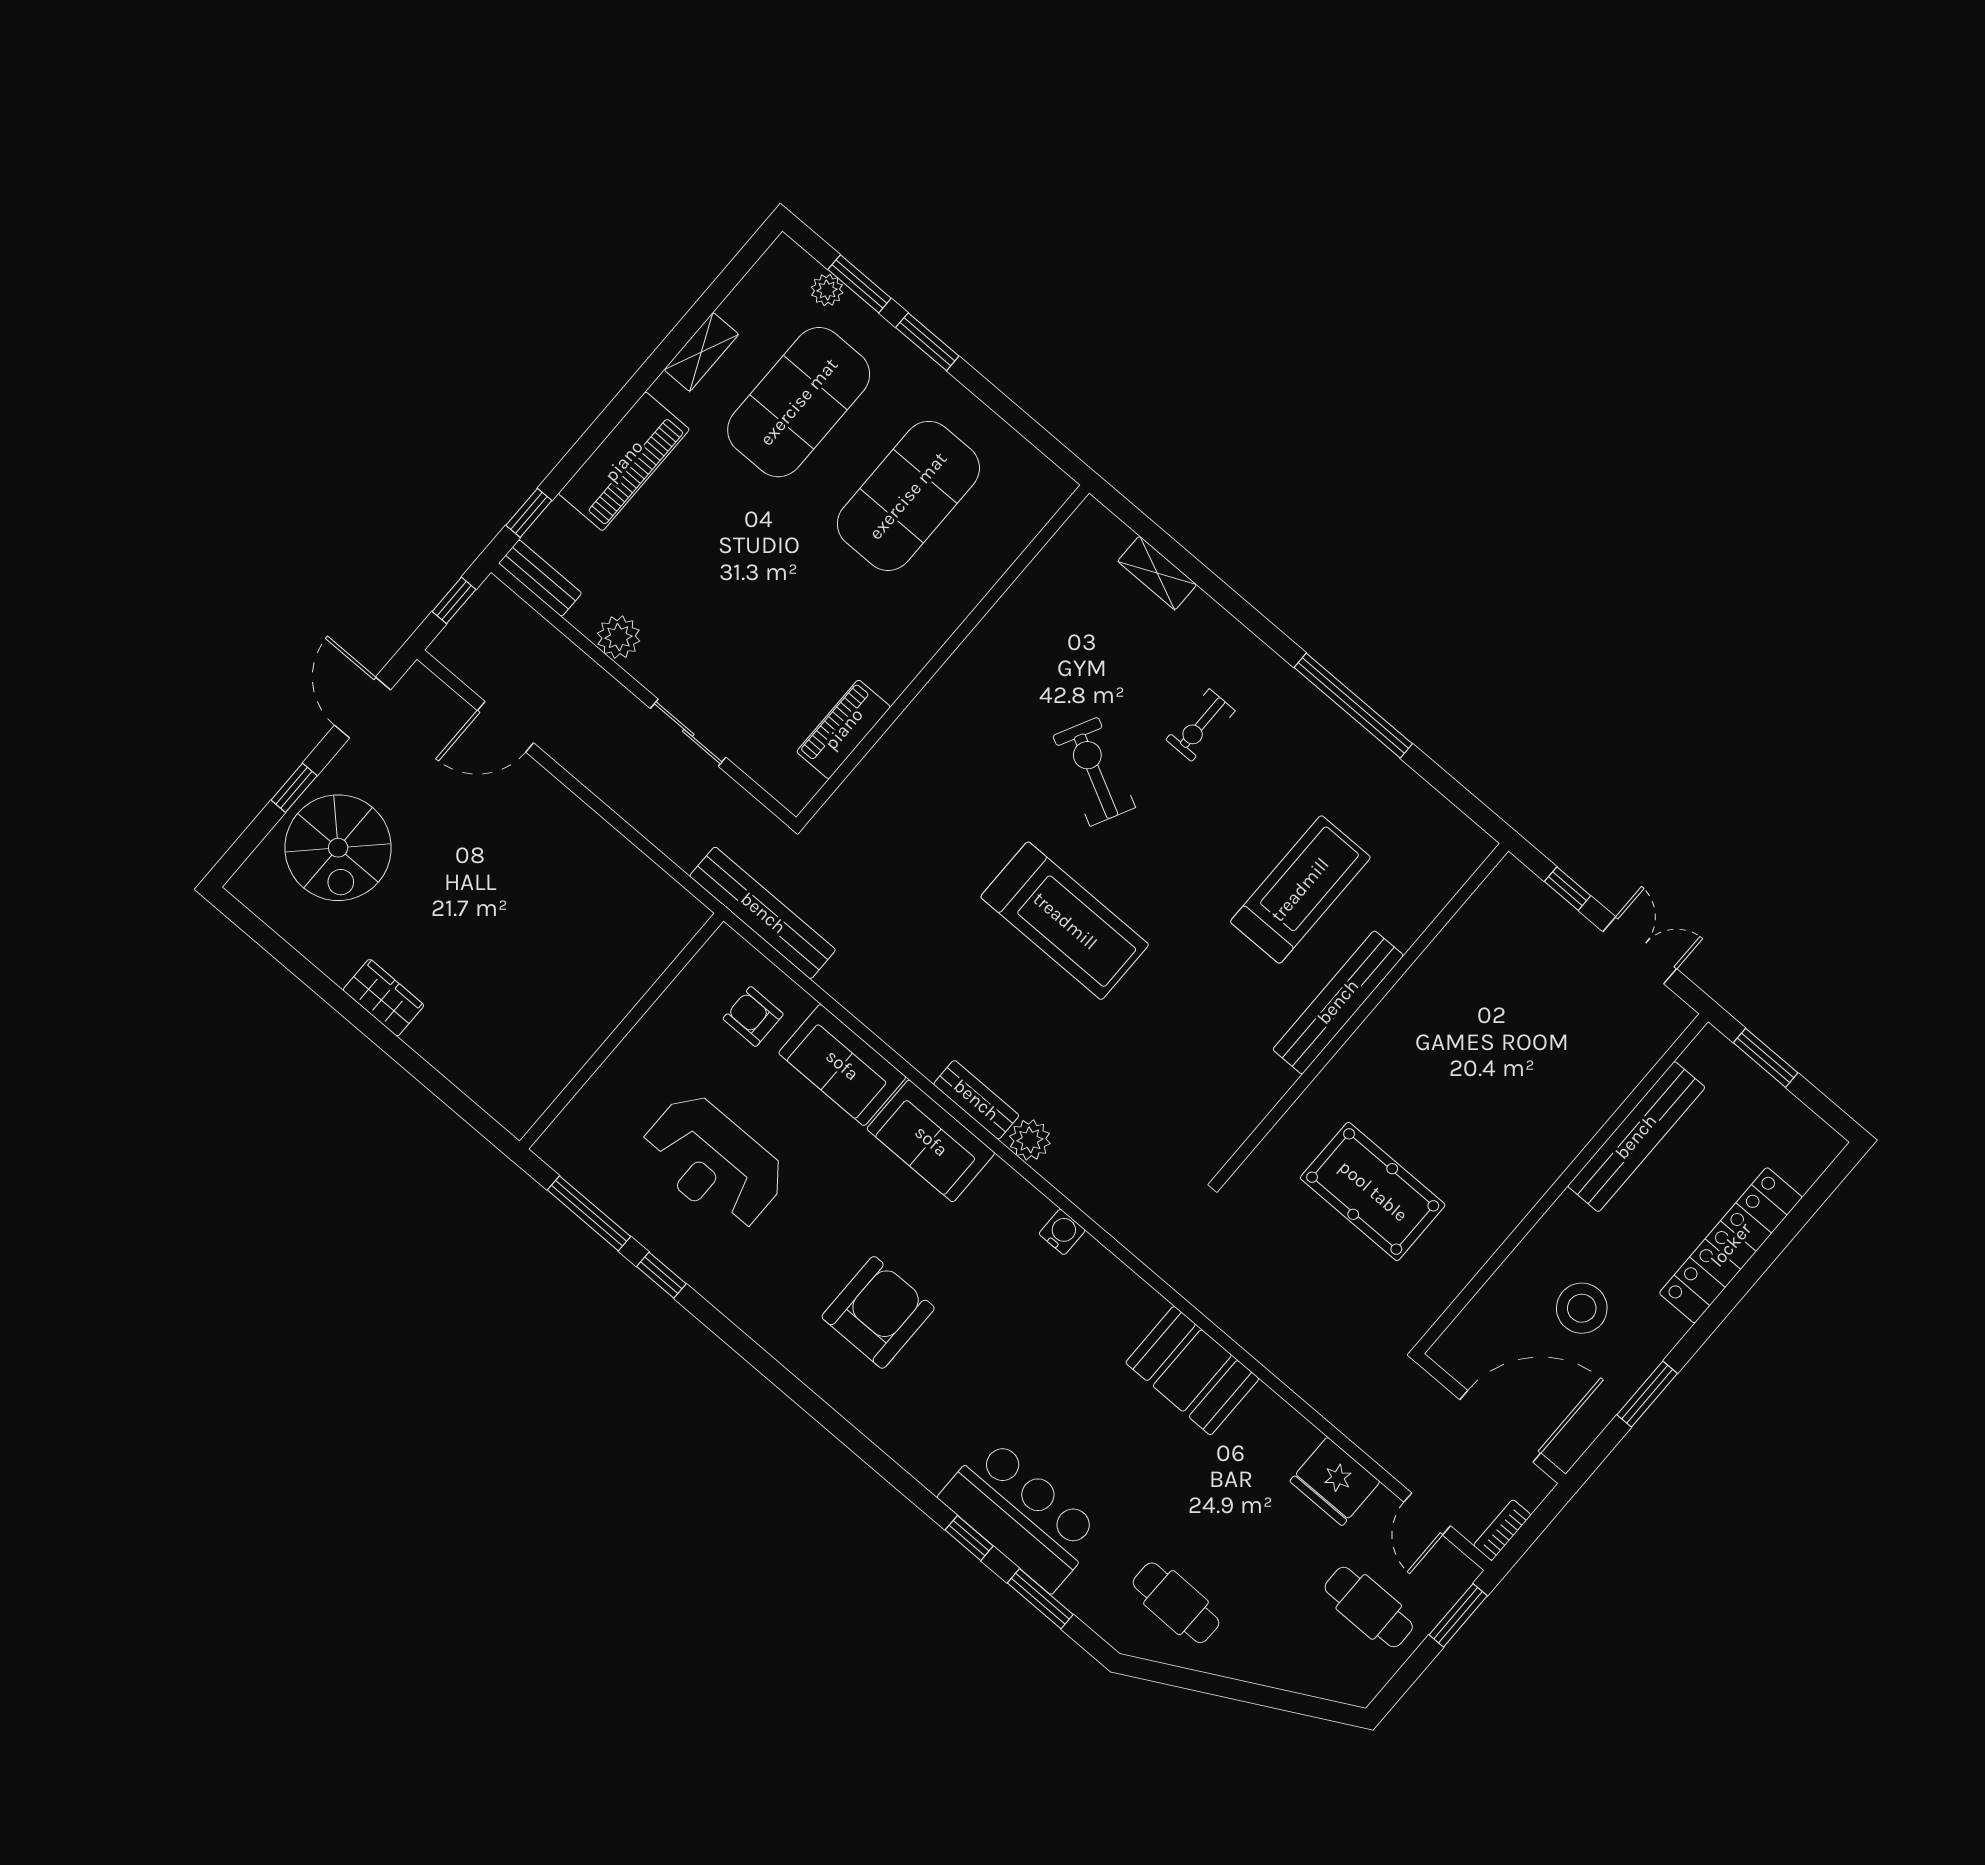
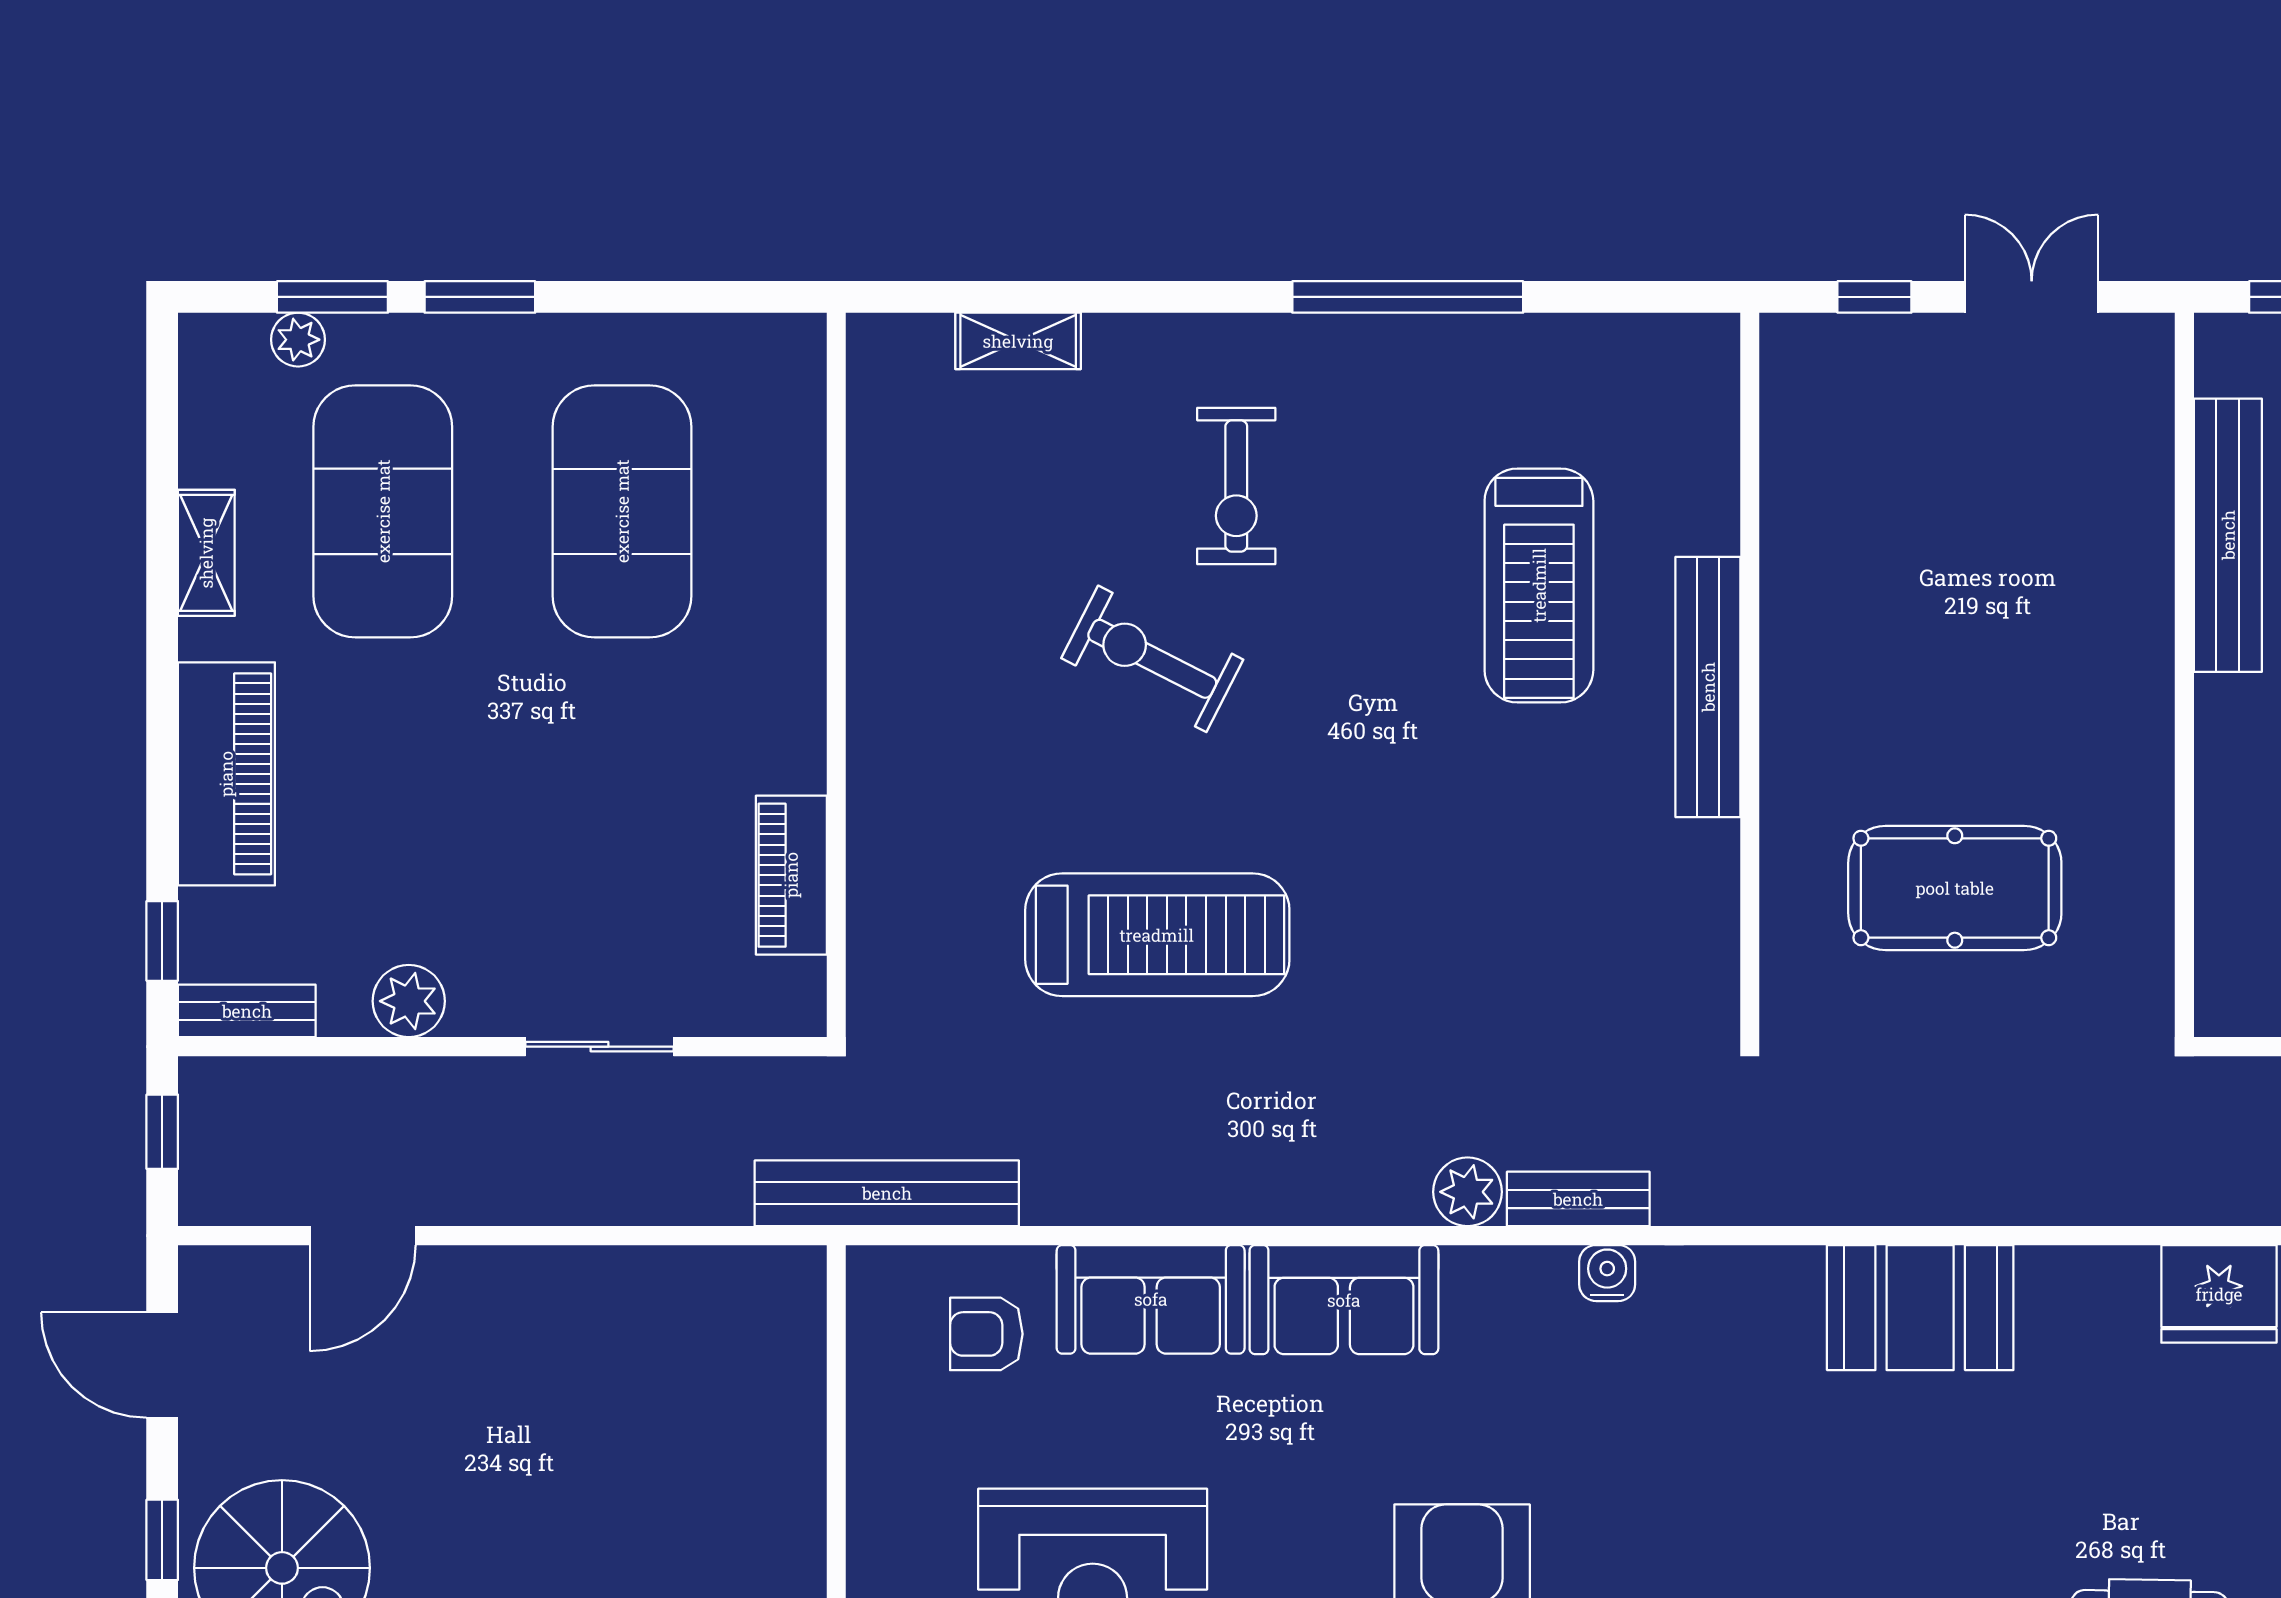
exercise bike: (1200, 725) -> (1236, 486), width x1.38, depth x1.39
treadmill: (1300, 890) -> (1539, 585), turned 180
treadmill: (1065, 921) -> (1157, 935), moved
bench: (976, 1100) -> (1578, 1199), moved

